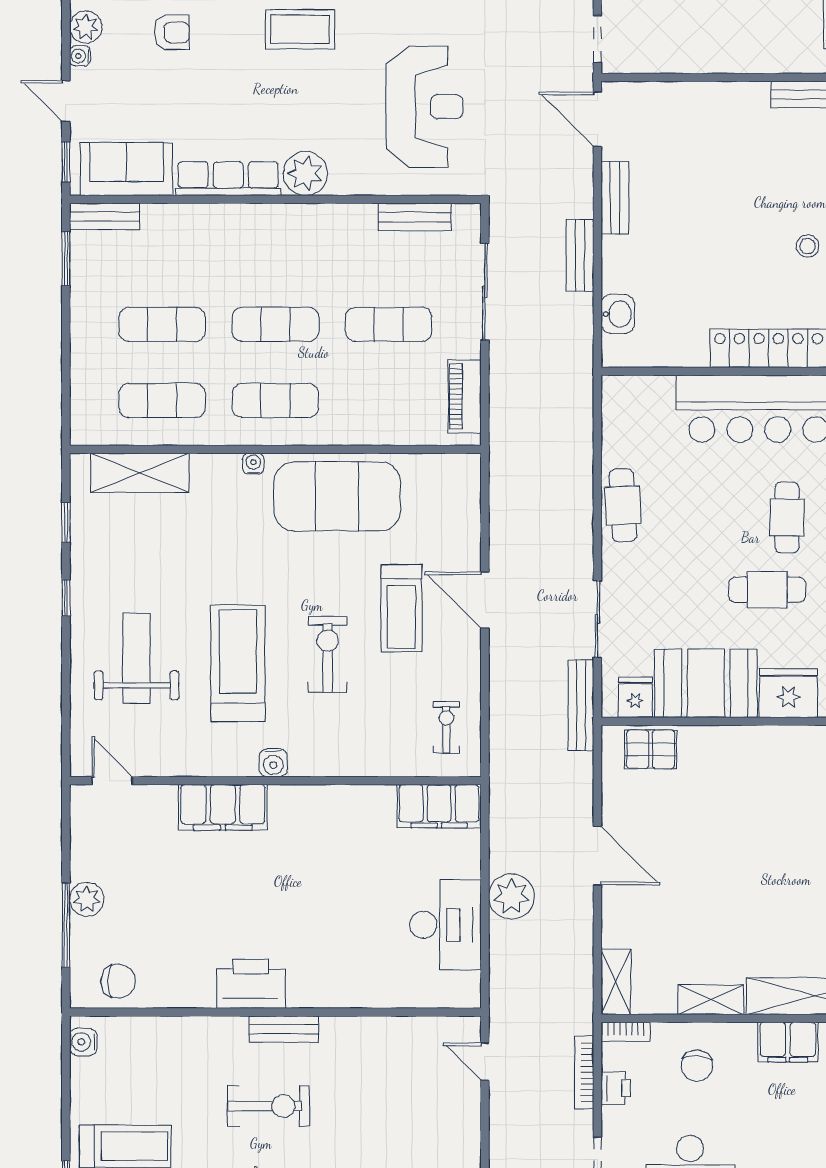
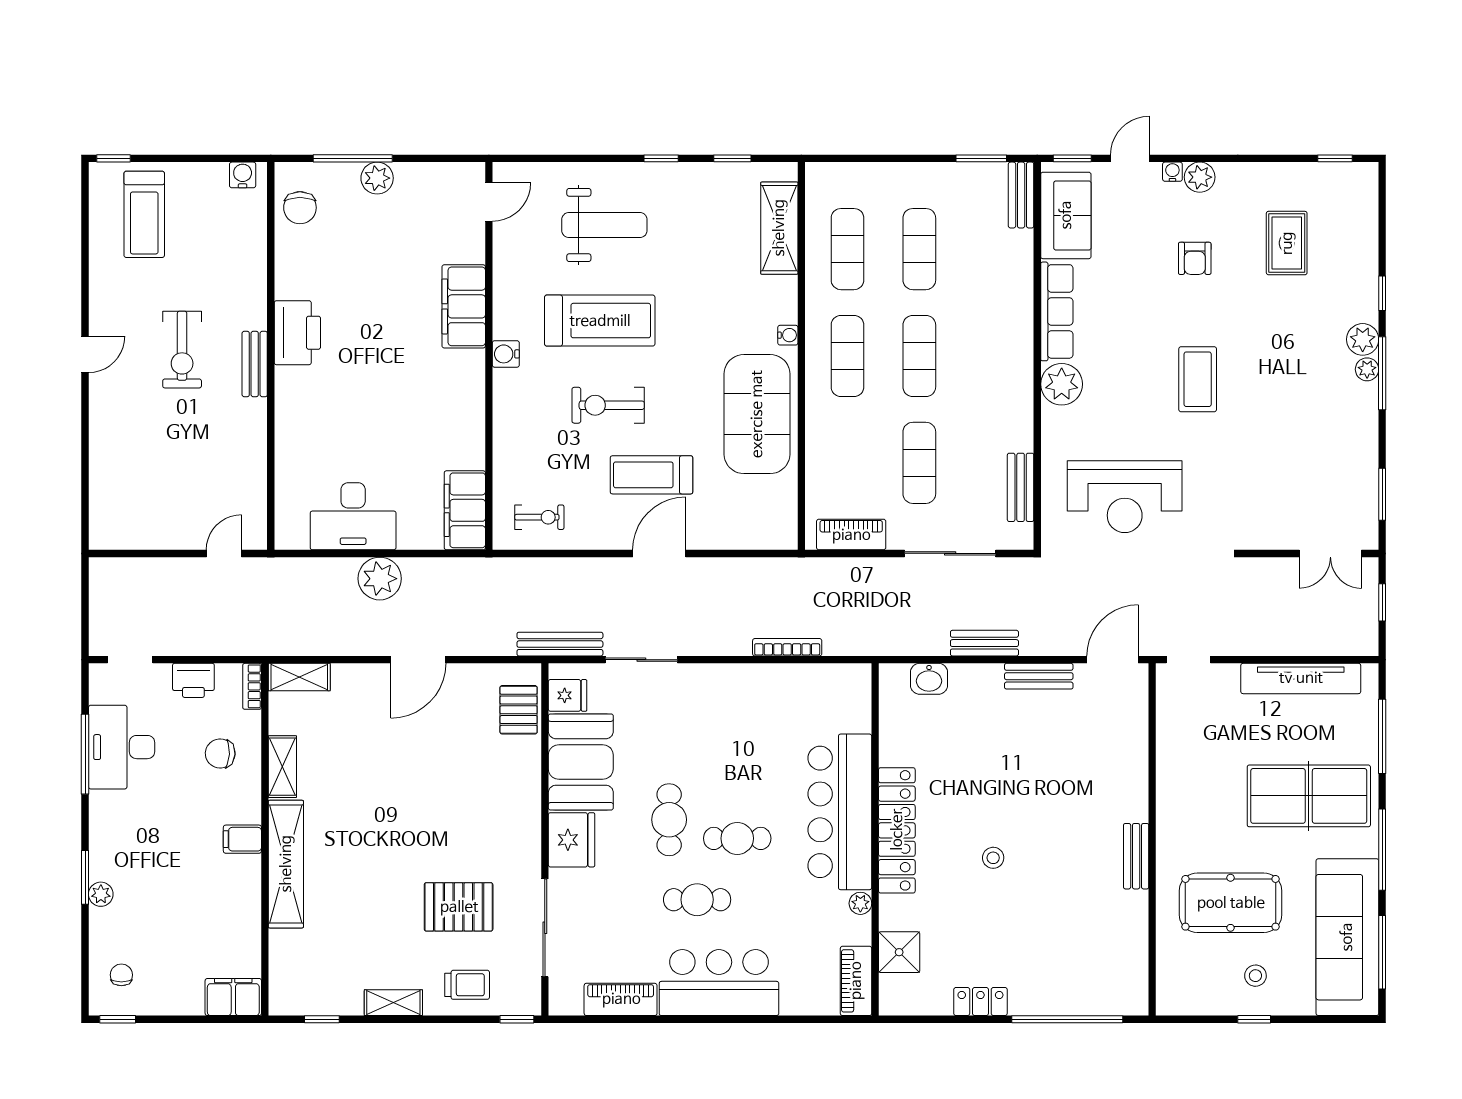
cafe table: (623, 505) -> (749, 684), removed
exercise bike: (328, 654) -> (608, 405), turned 180
filing cabinet: (788, 1042) -> (242, 839), width x0.50
bookcase: (584, 1072) -> (787, 647), moved
printer: (616, 1088) -> (193, 680), width x1.36, depth x1.24

